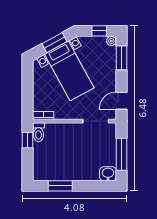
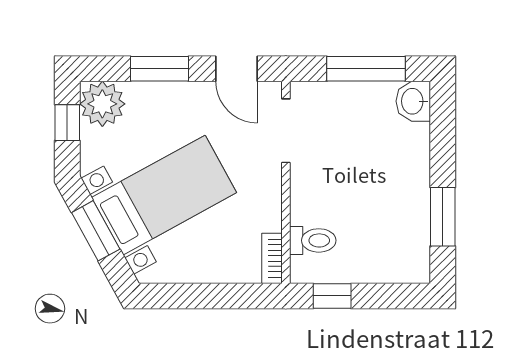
plant: (111, 41) -> (102, 104), width x1.87, depth x1.87
window: (121, 58) -> (160, 69), moved
toilet: (39, 132) -> (313, 240), moved

